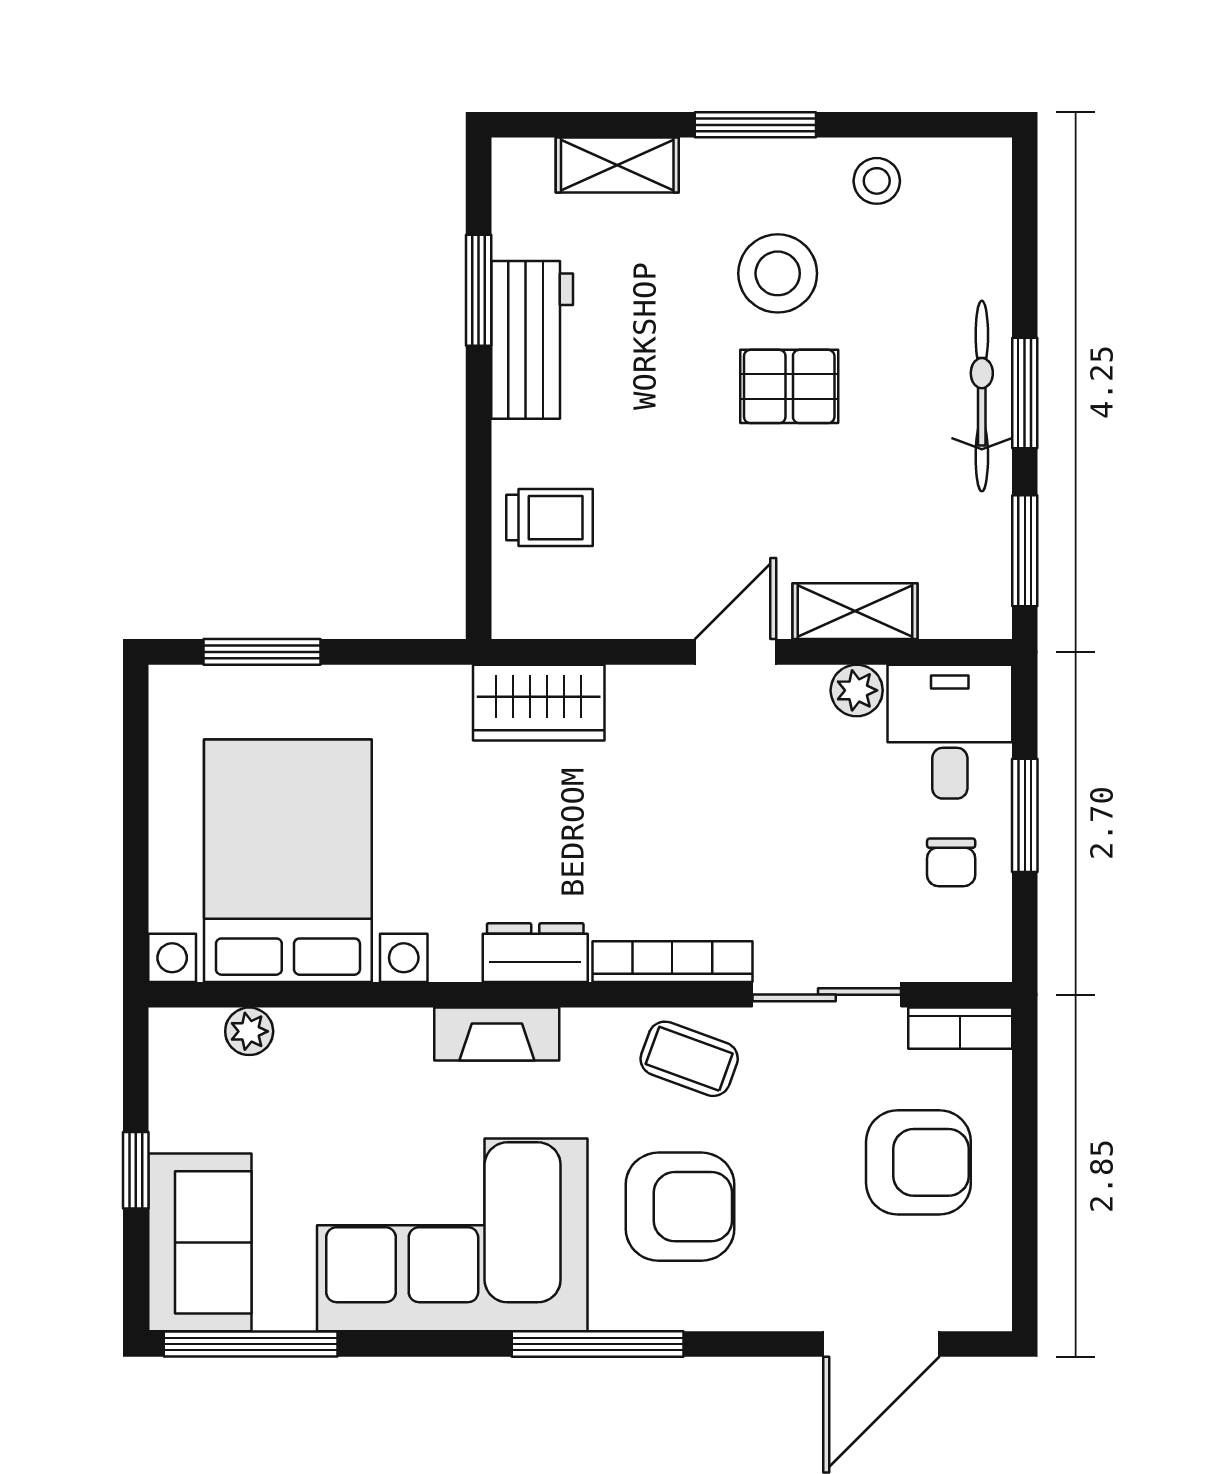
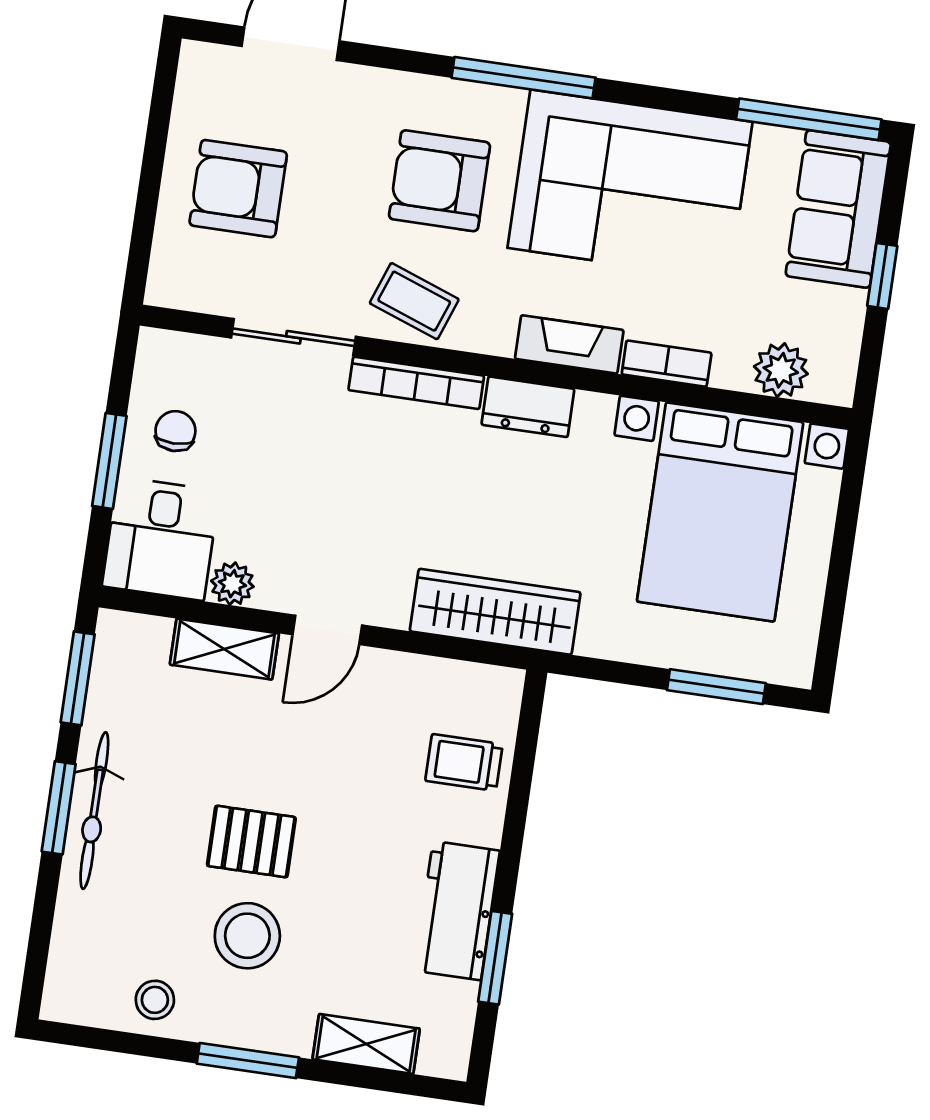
wardrobe: (539, 703) -> (495, 612), width x1.50
bookcase: (960, 1028) -> (667, 364), moved
plant: (249, 1031) -> (781, 370), width x1.38, depth x1.38

